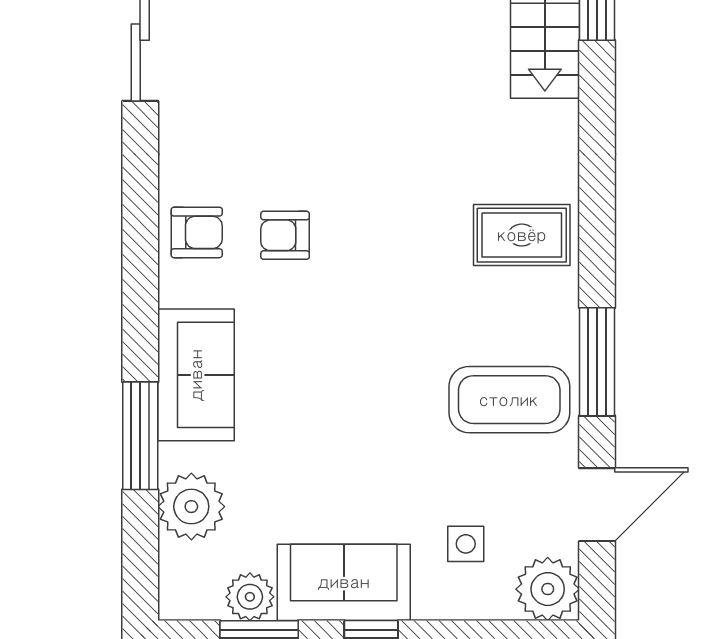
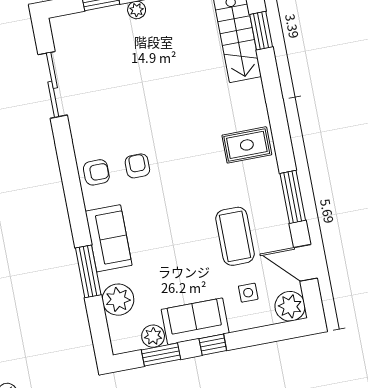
armchair: (285, 235) -> (137, 166), turned 90
coffee table: (509, 400) -> (235, 236), moved, turned 90
door: (597, 505) -> (305, 263), swing flipped

